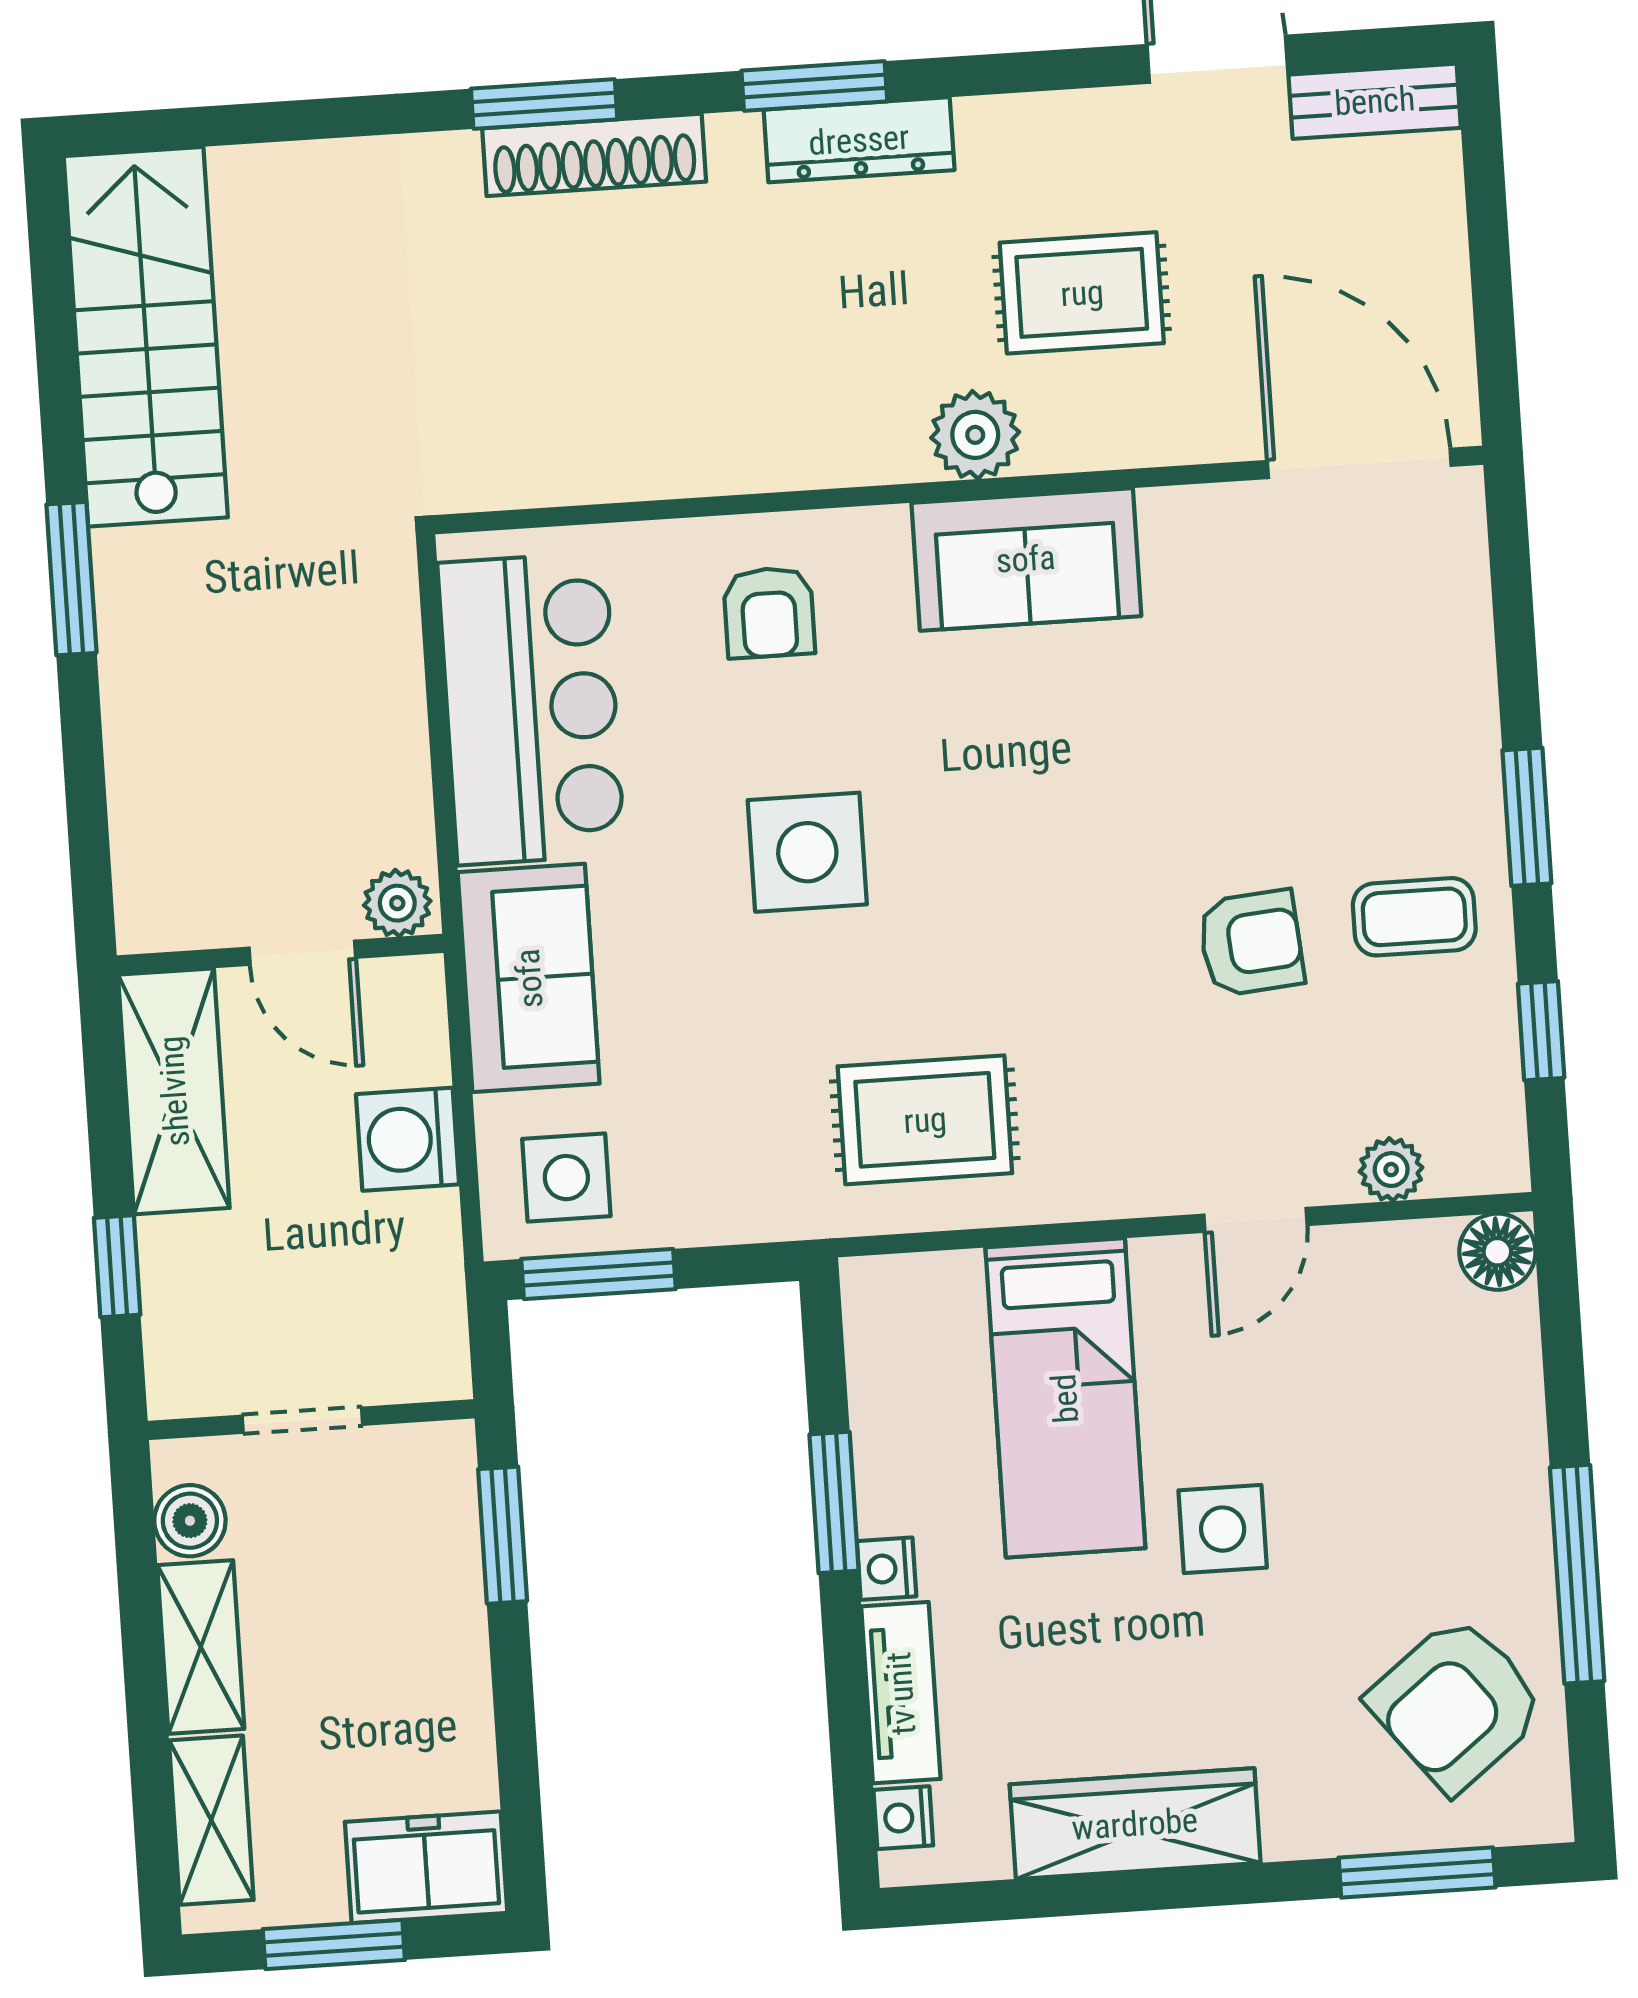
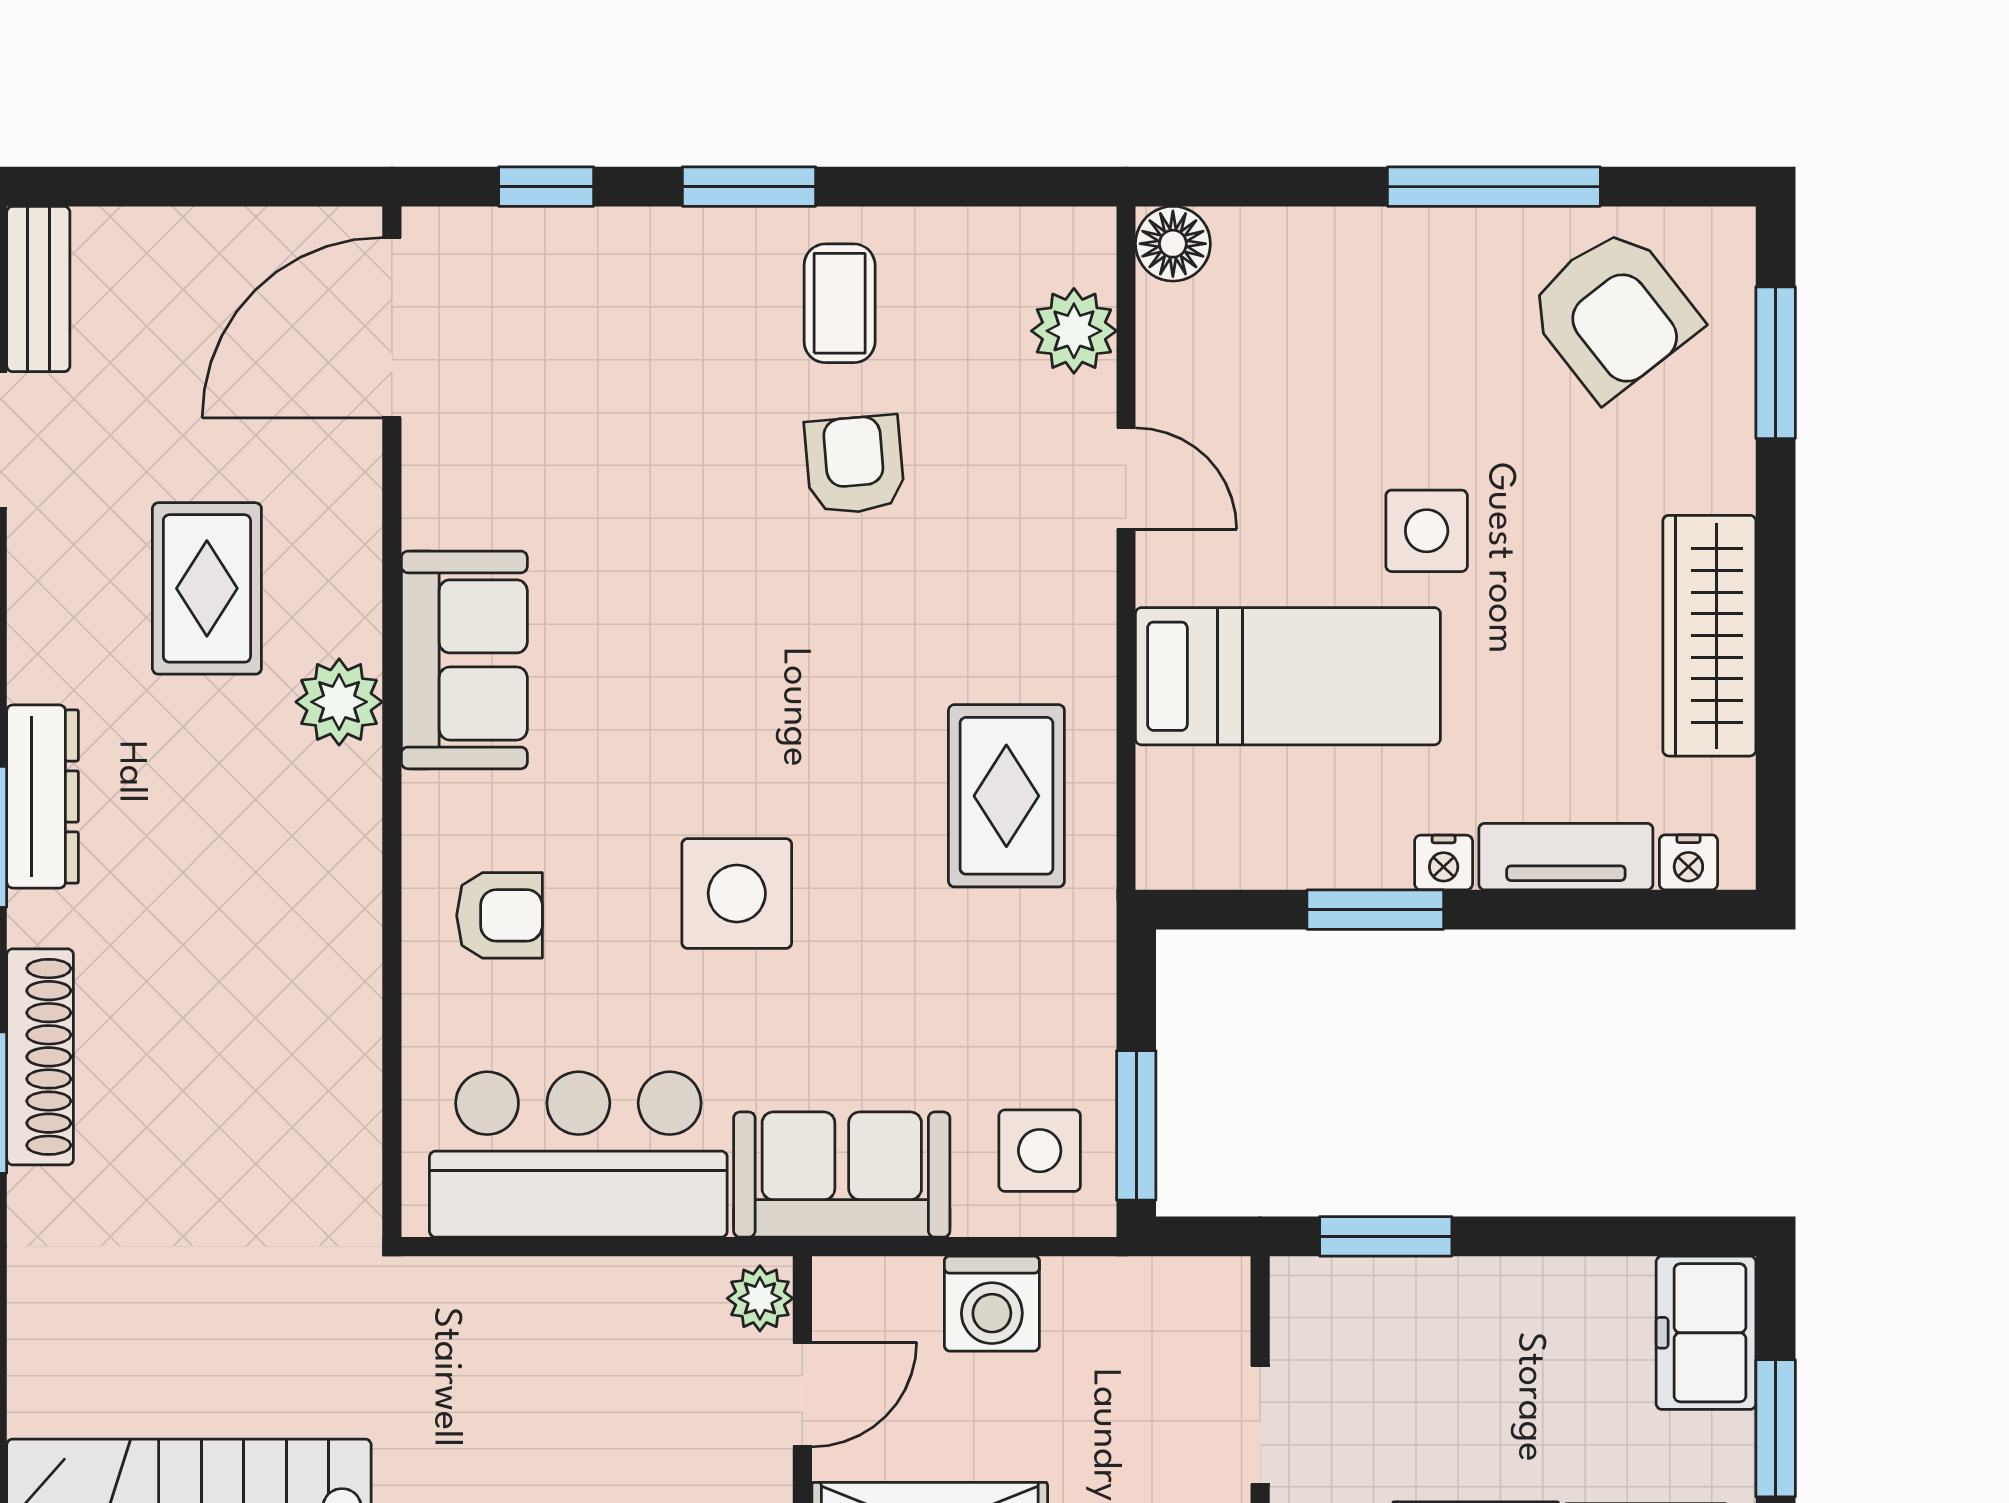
window: (1541, 1031) -> (546, 187), moved
plant: (1391, 1170) -> (1074, 331), width x1.38, depth x1.38

